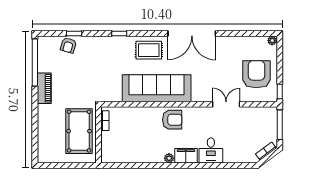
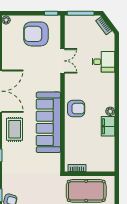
double door: (226, 104) -> (63, 61), swing flipped
armchair: (172, 120) -> (76, 109), turned 90
desk: (211, 150) -> (103, 62), moved
filing cabinet: (186, 156) -> (108, 126), moved

